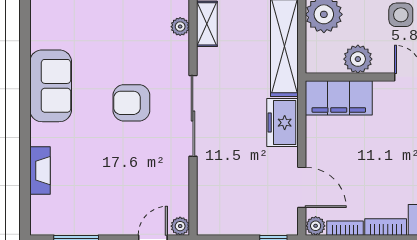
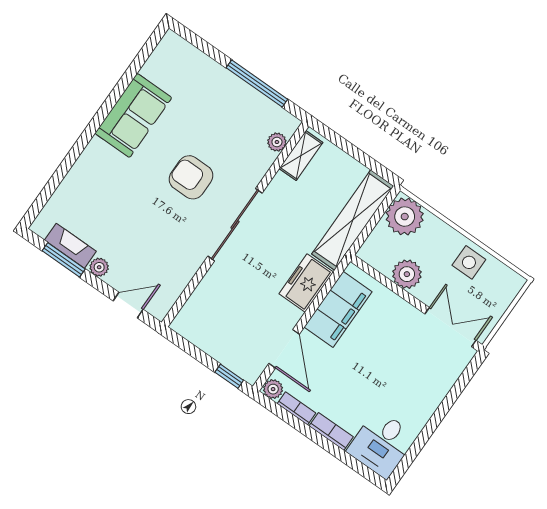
filing cabinet: (339, 98) -> (338, 309), moved, turned -90
fireplace: (40, 171) -> (70, 246), moved, turned -90
plant: (180, 226) -> (99, 267), moved

